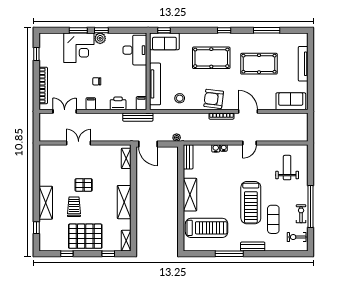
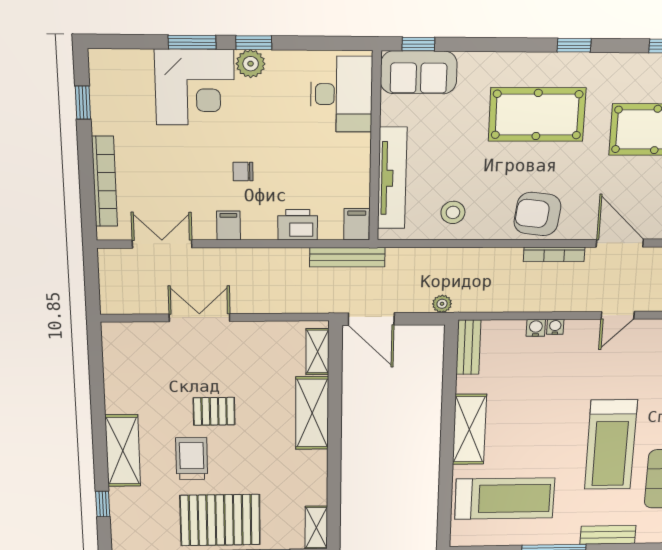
shelving: (124, 202) -> (312, 413), moved

